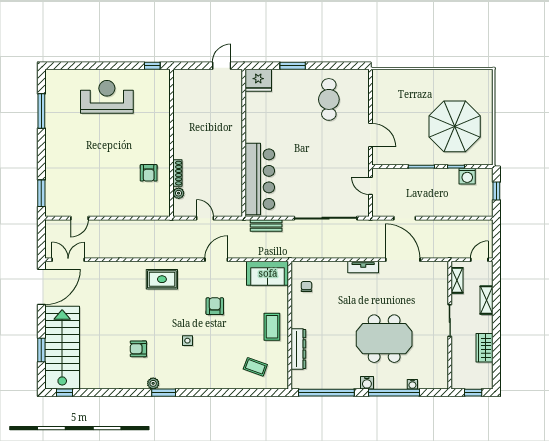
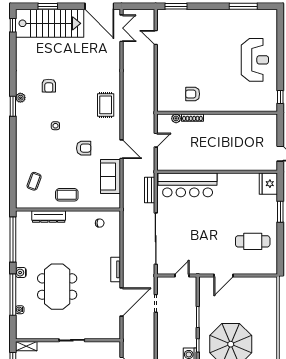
sofa: (268, 273) -> (111, 176), moved
shelving: (457, 280) -> (26, 346), moved
armchair: (138, 349) -> (49, 86), turned 180

